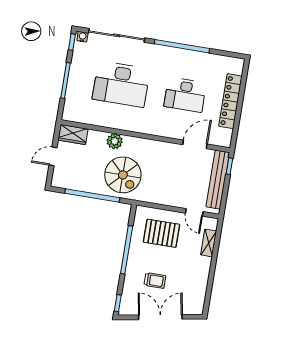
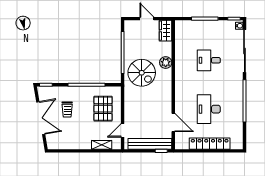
desk: (121, 84) -> (209, 60), width x0.53, depth x0.77
spiral stairs: (123, 175) -> (142, 73), turned -90

